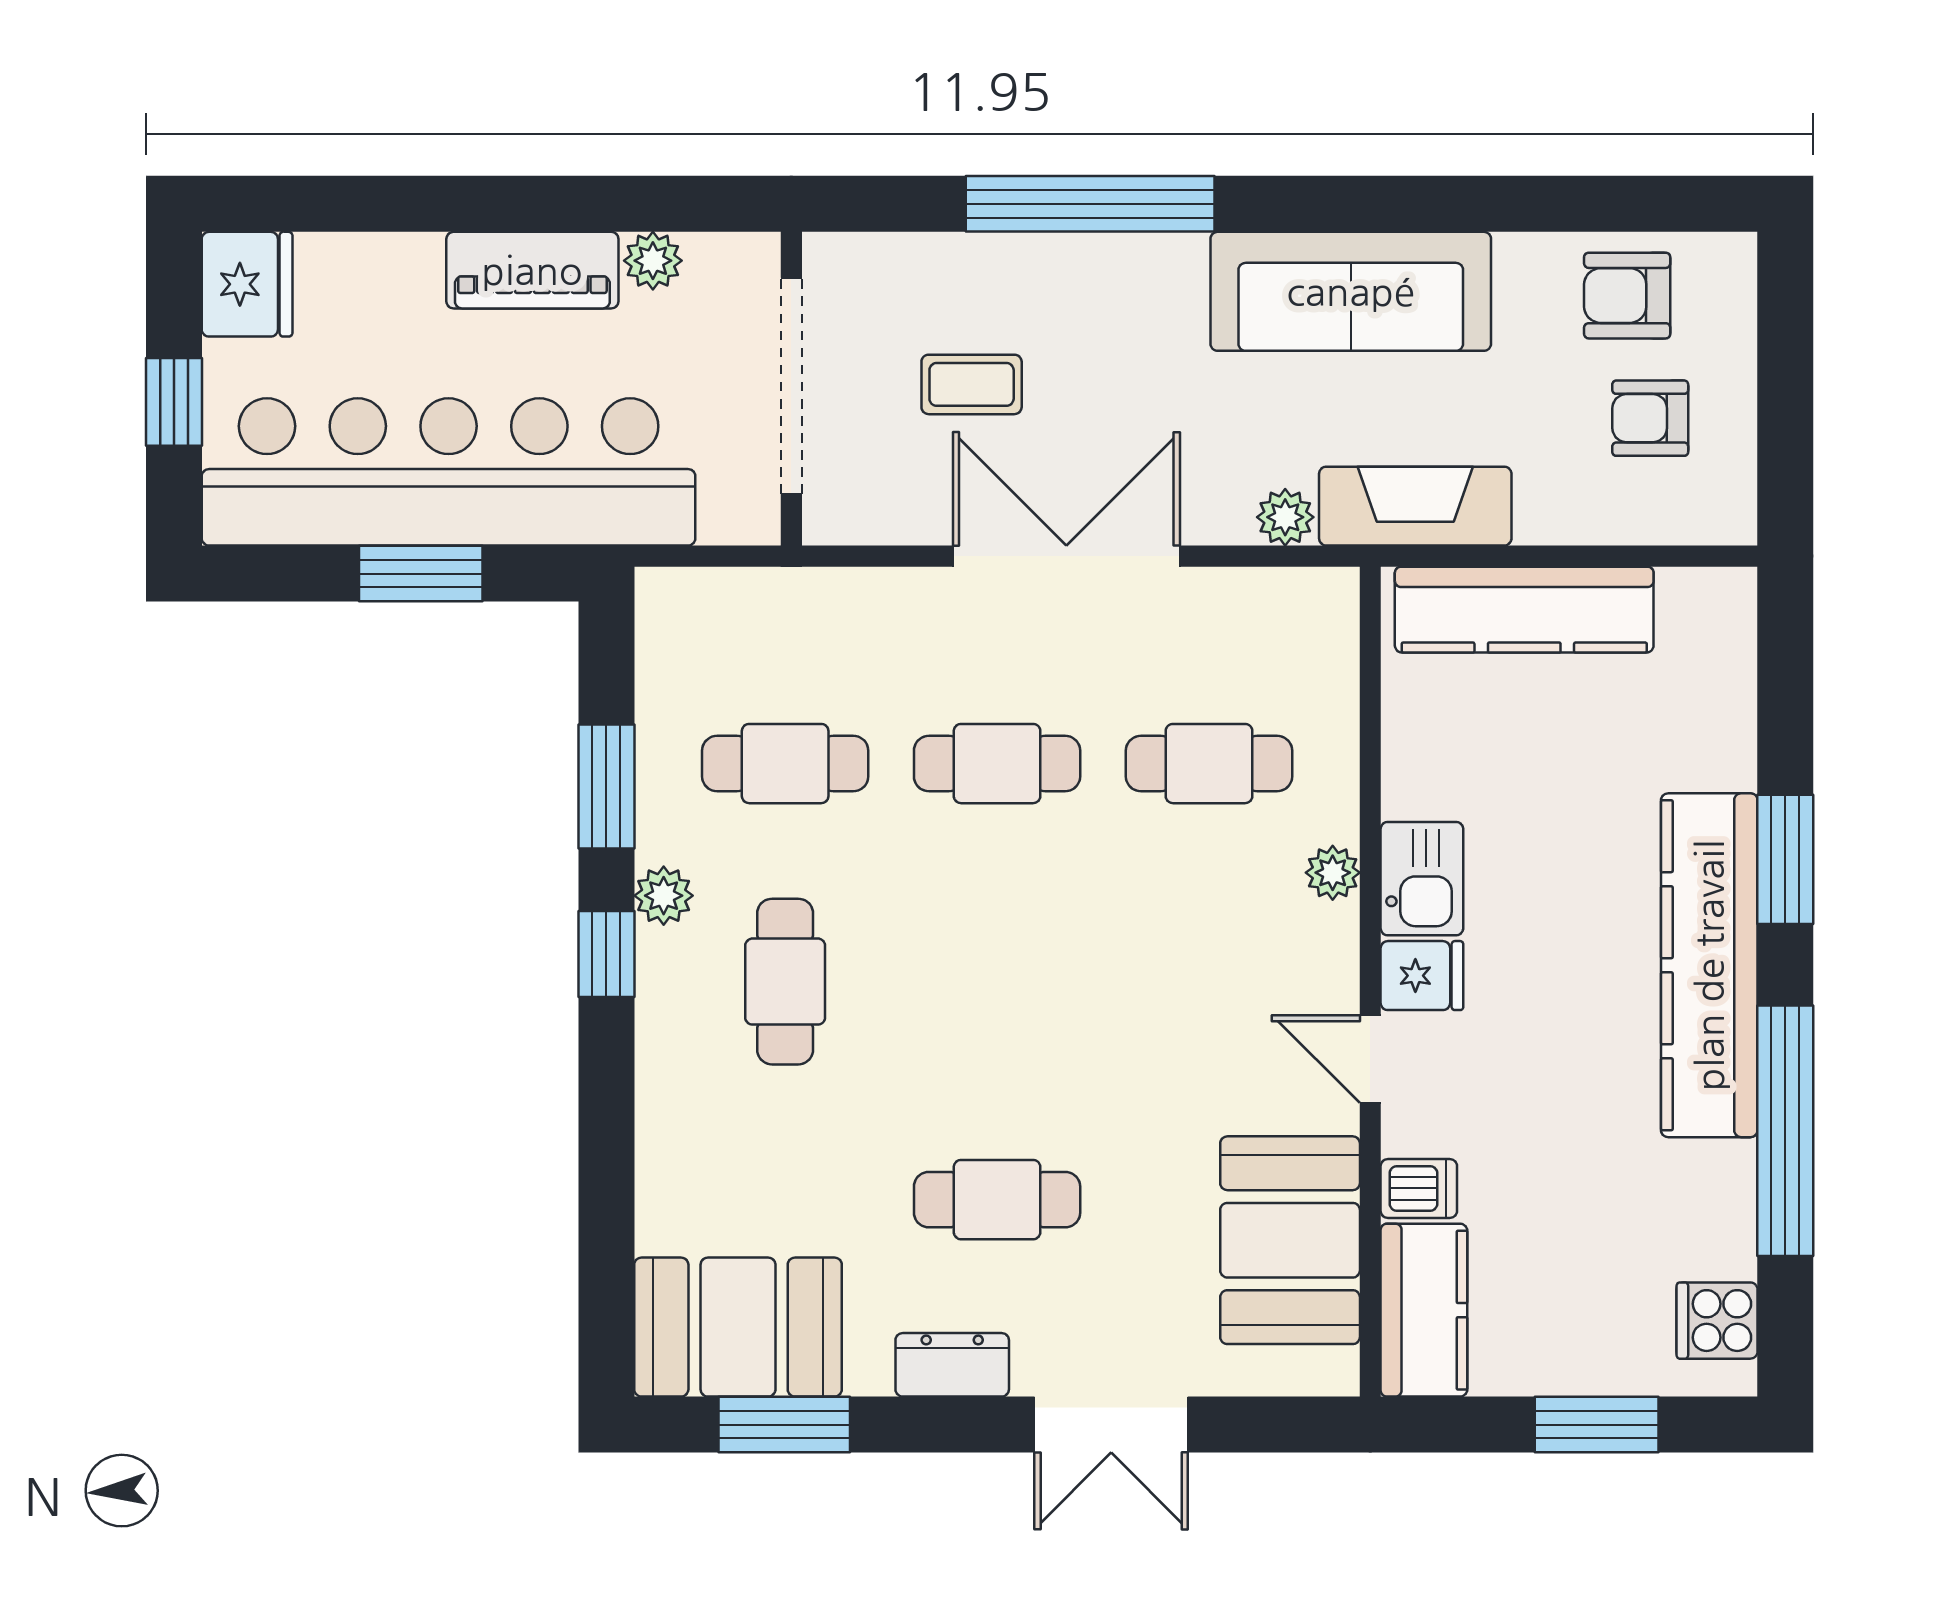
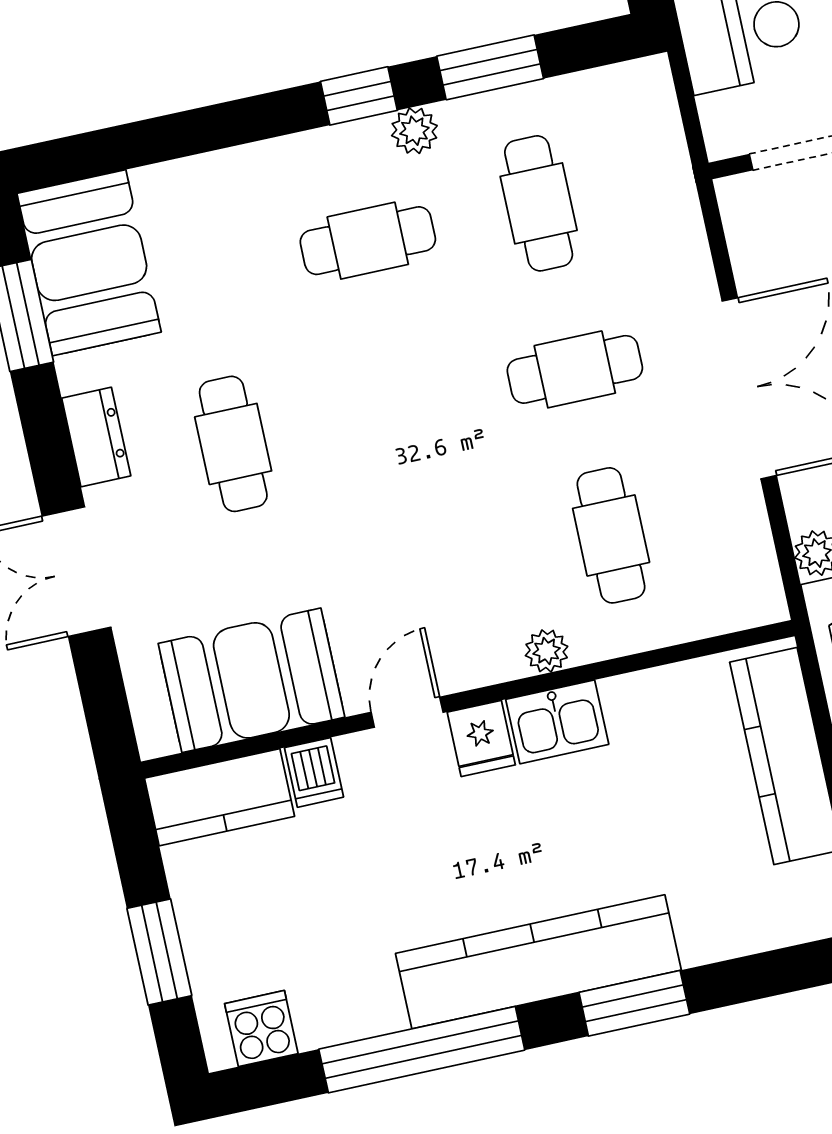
cafe table: (997, 764) -> (575, 369), turned 90

